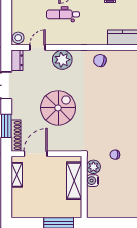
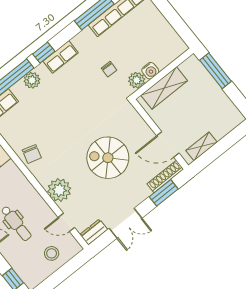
stool: (18, 38) -> (52, 253), moved

